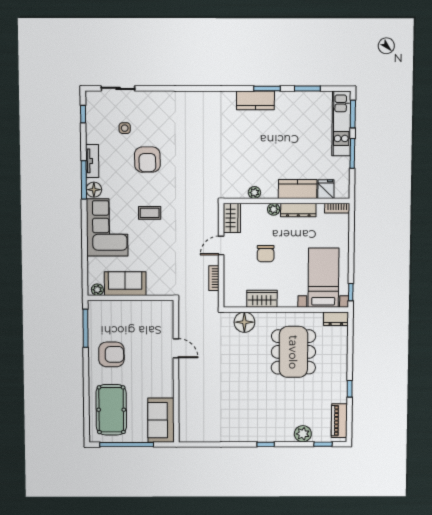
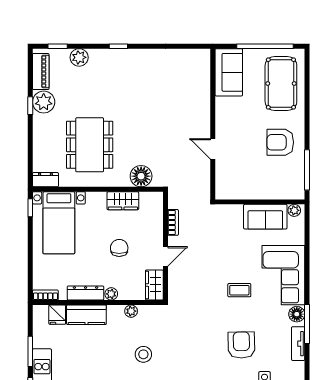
stool: (243, 150) -> (143, 354), added
plant: (337, 392) -> (44, 102), added

